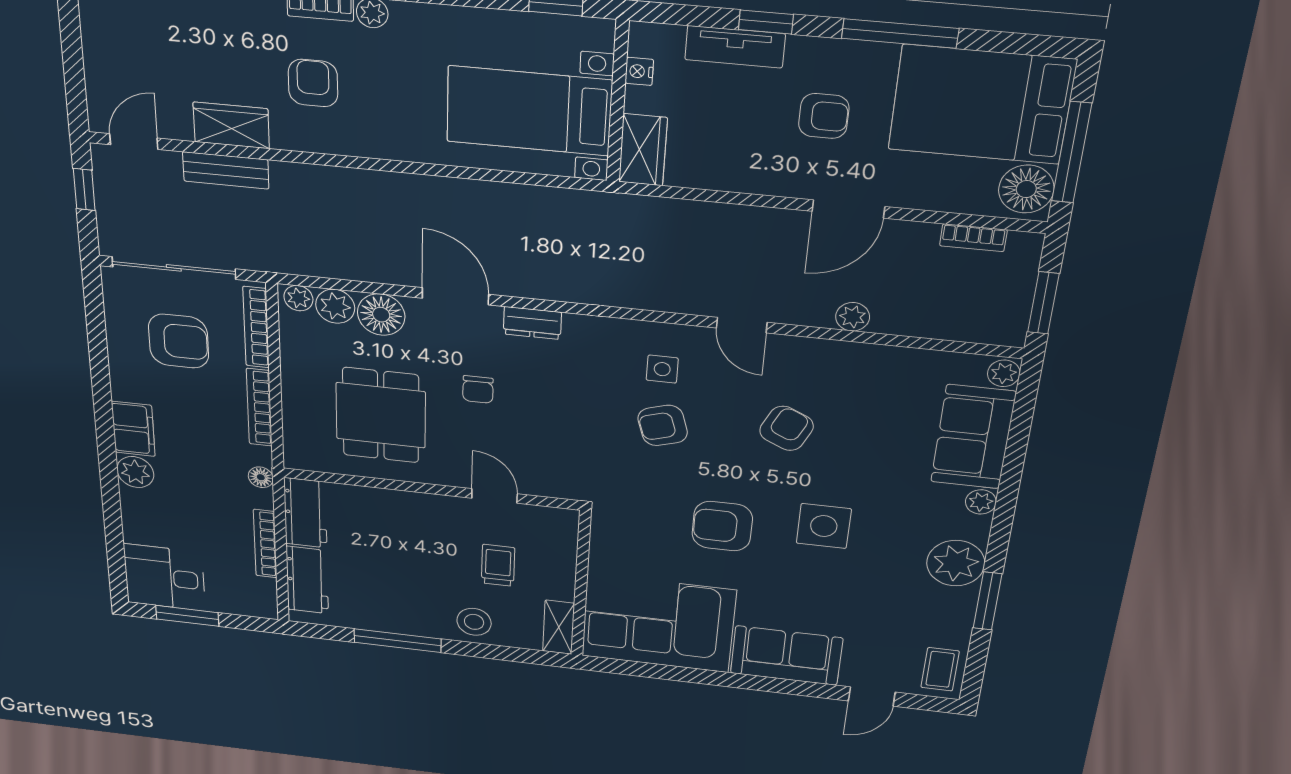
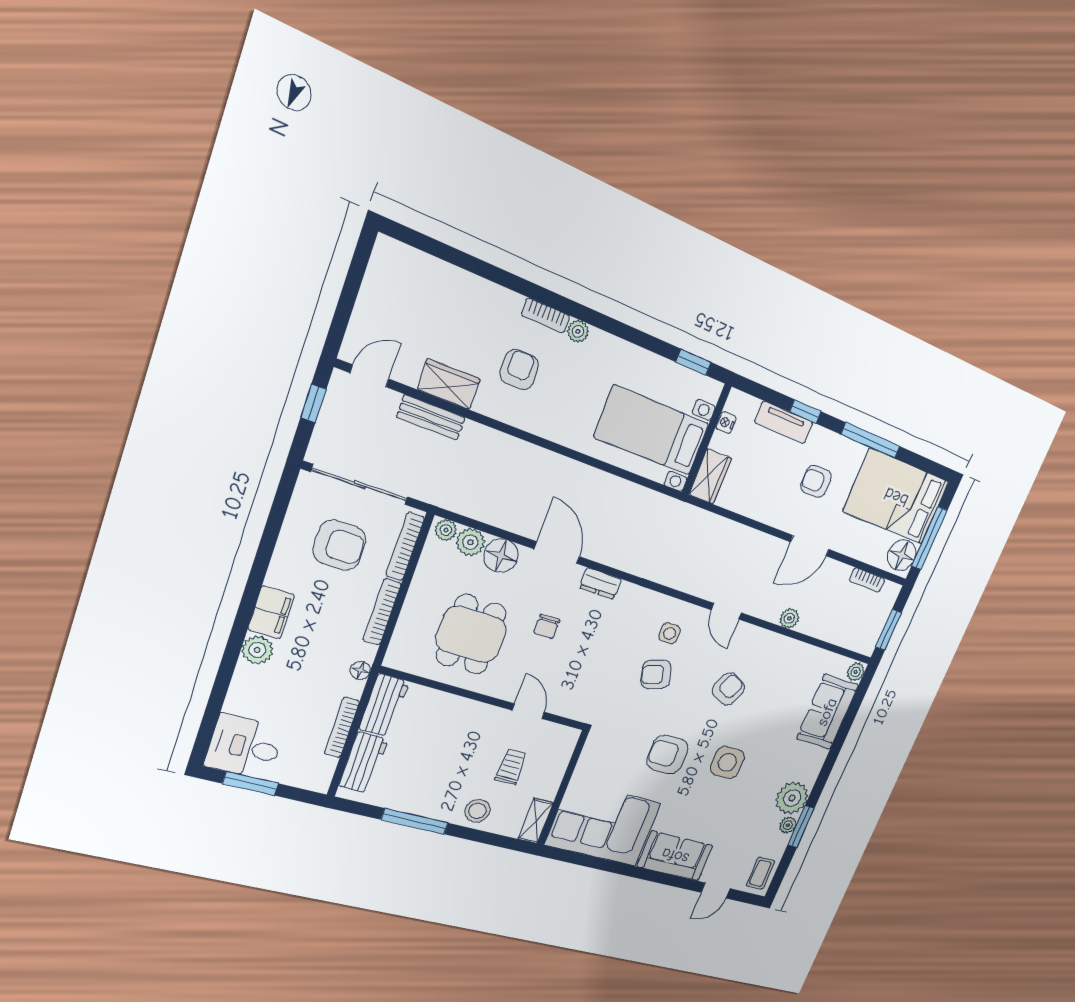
armchair: (824, 116) -> (816, 481), turned 180
plant: (981, 502) -> (788, 825), moved

